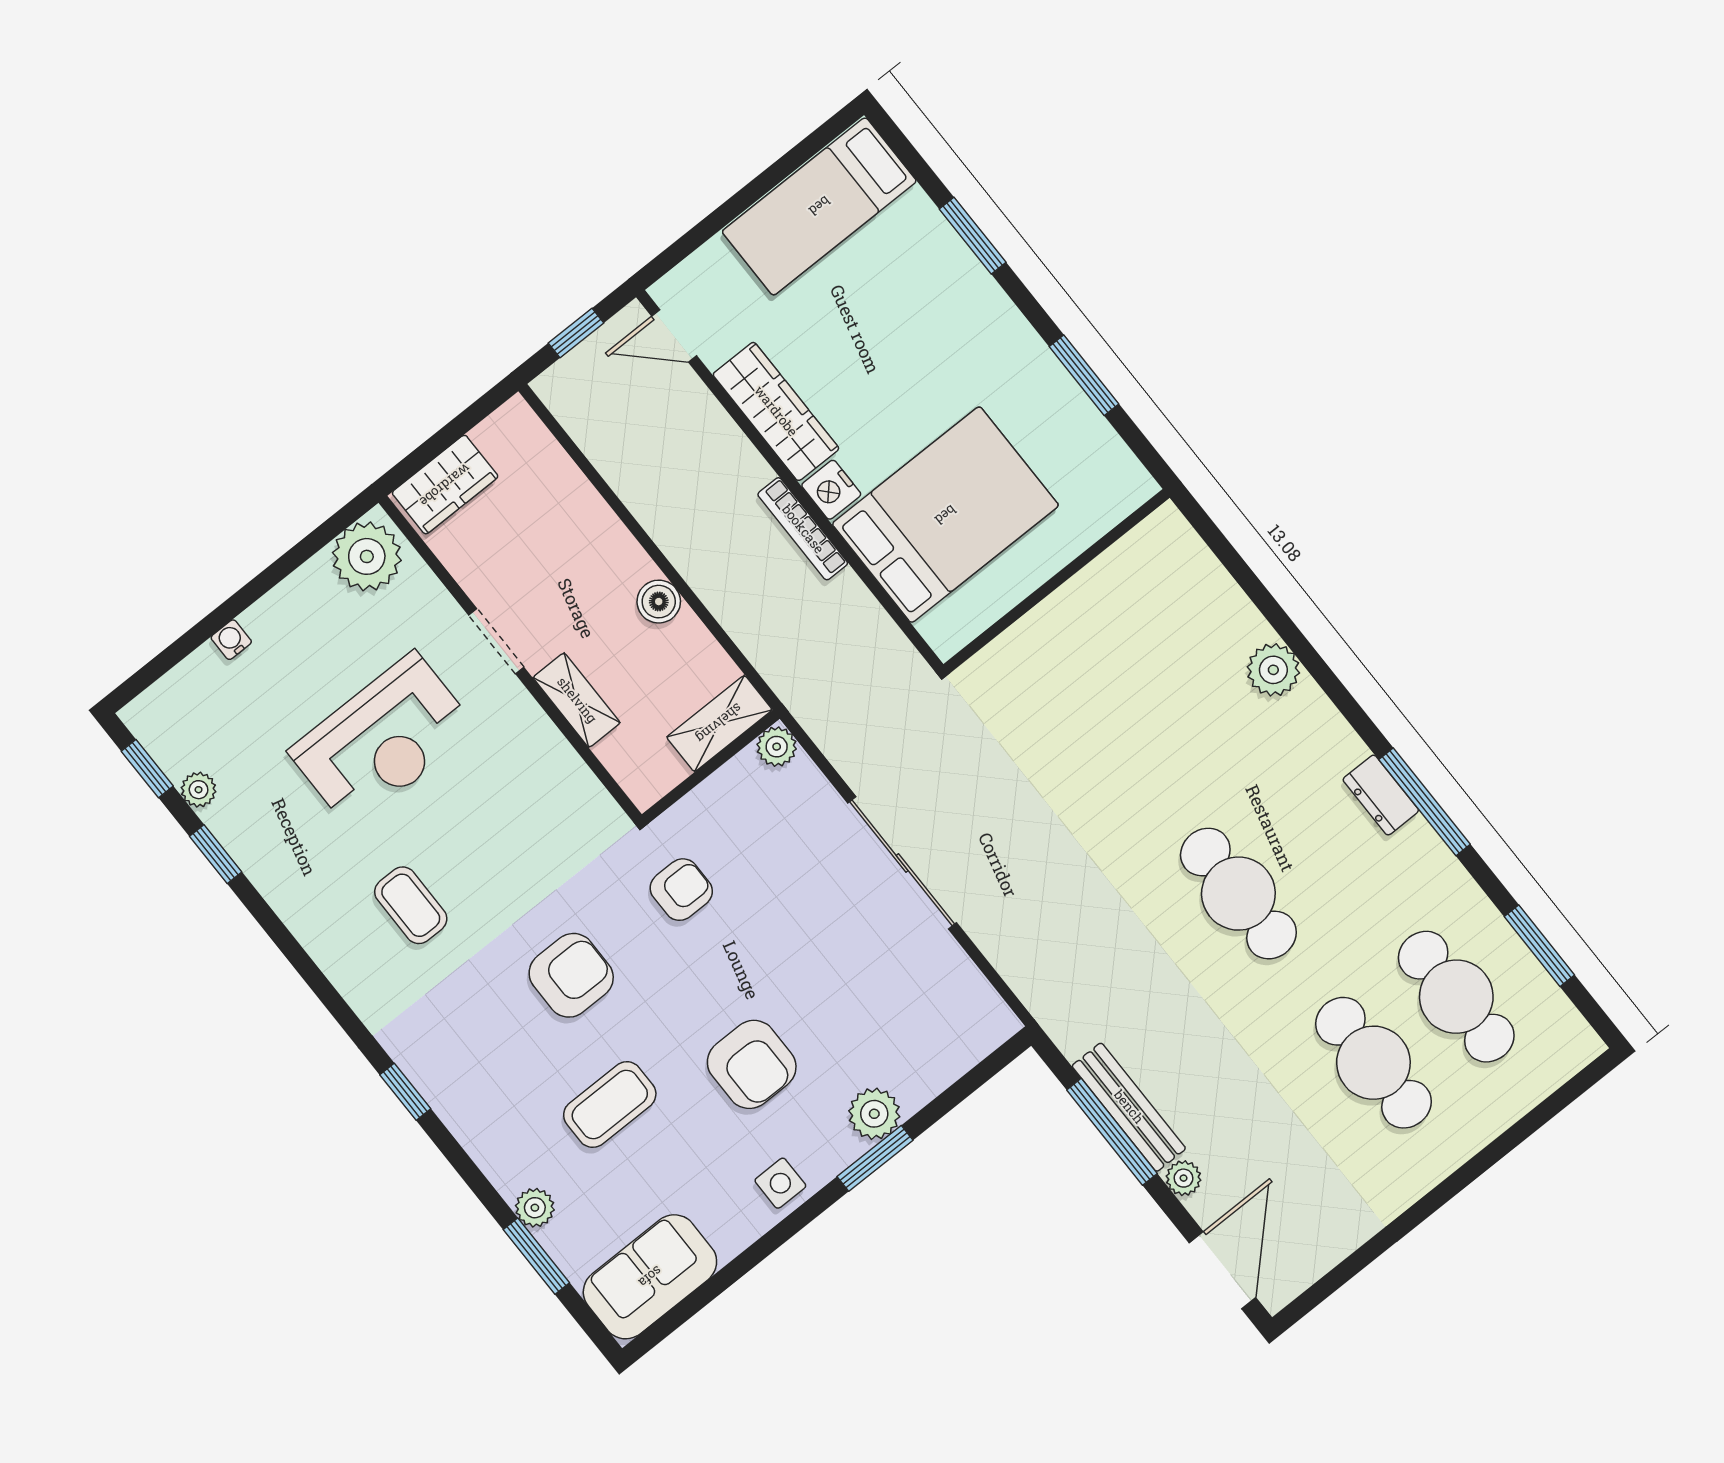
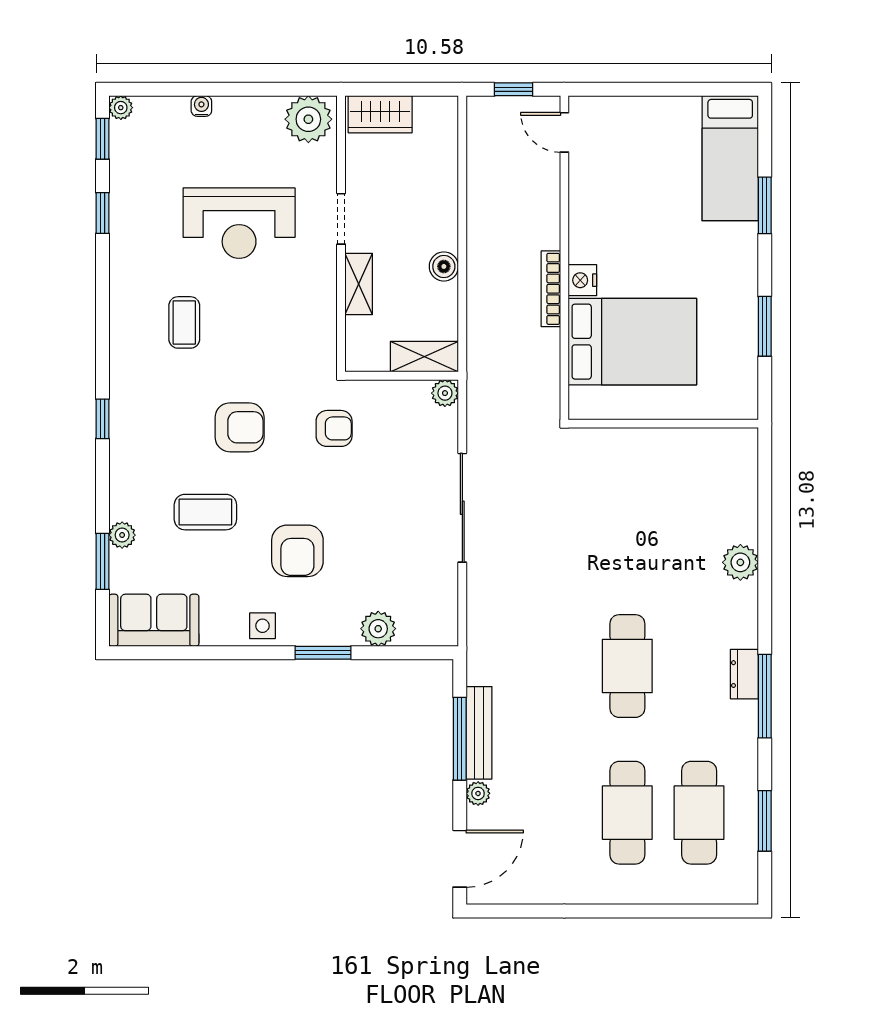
bed: (819, 206) -> (730, 158), moved, turned -90
wardrobe: (776, 411) -> (586, 215), removed
plant: (199, 790) -> (121, 108), moved
plant: (874, 1114) -> (378, 629), moved

